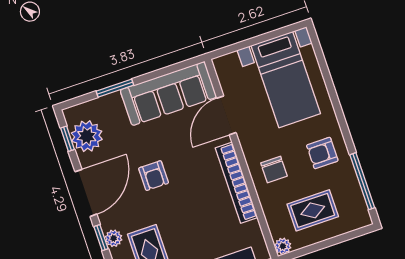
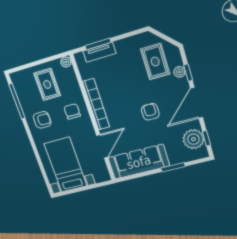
rug: (313, 210) -> (47, 84), turned 90

